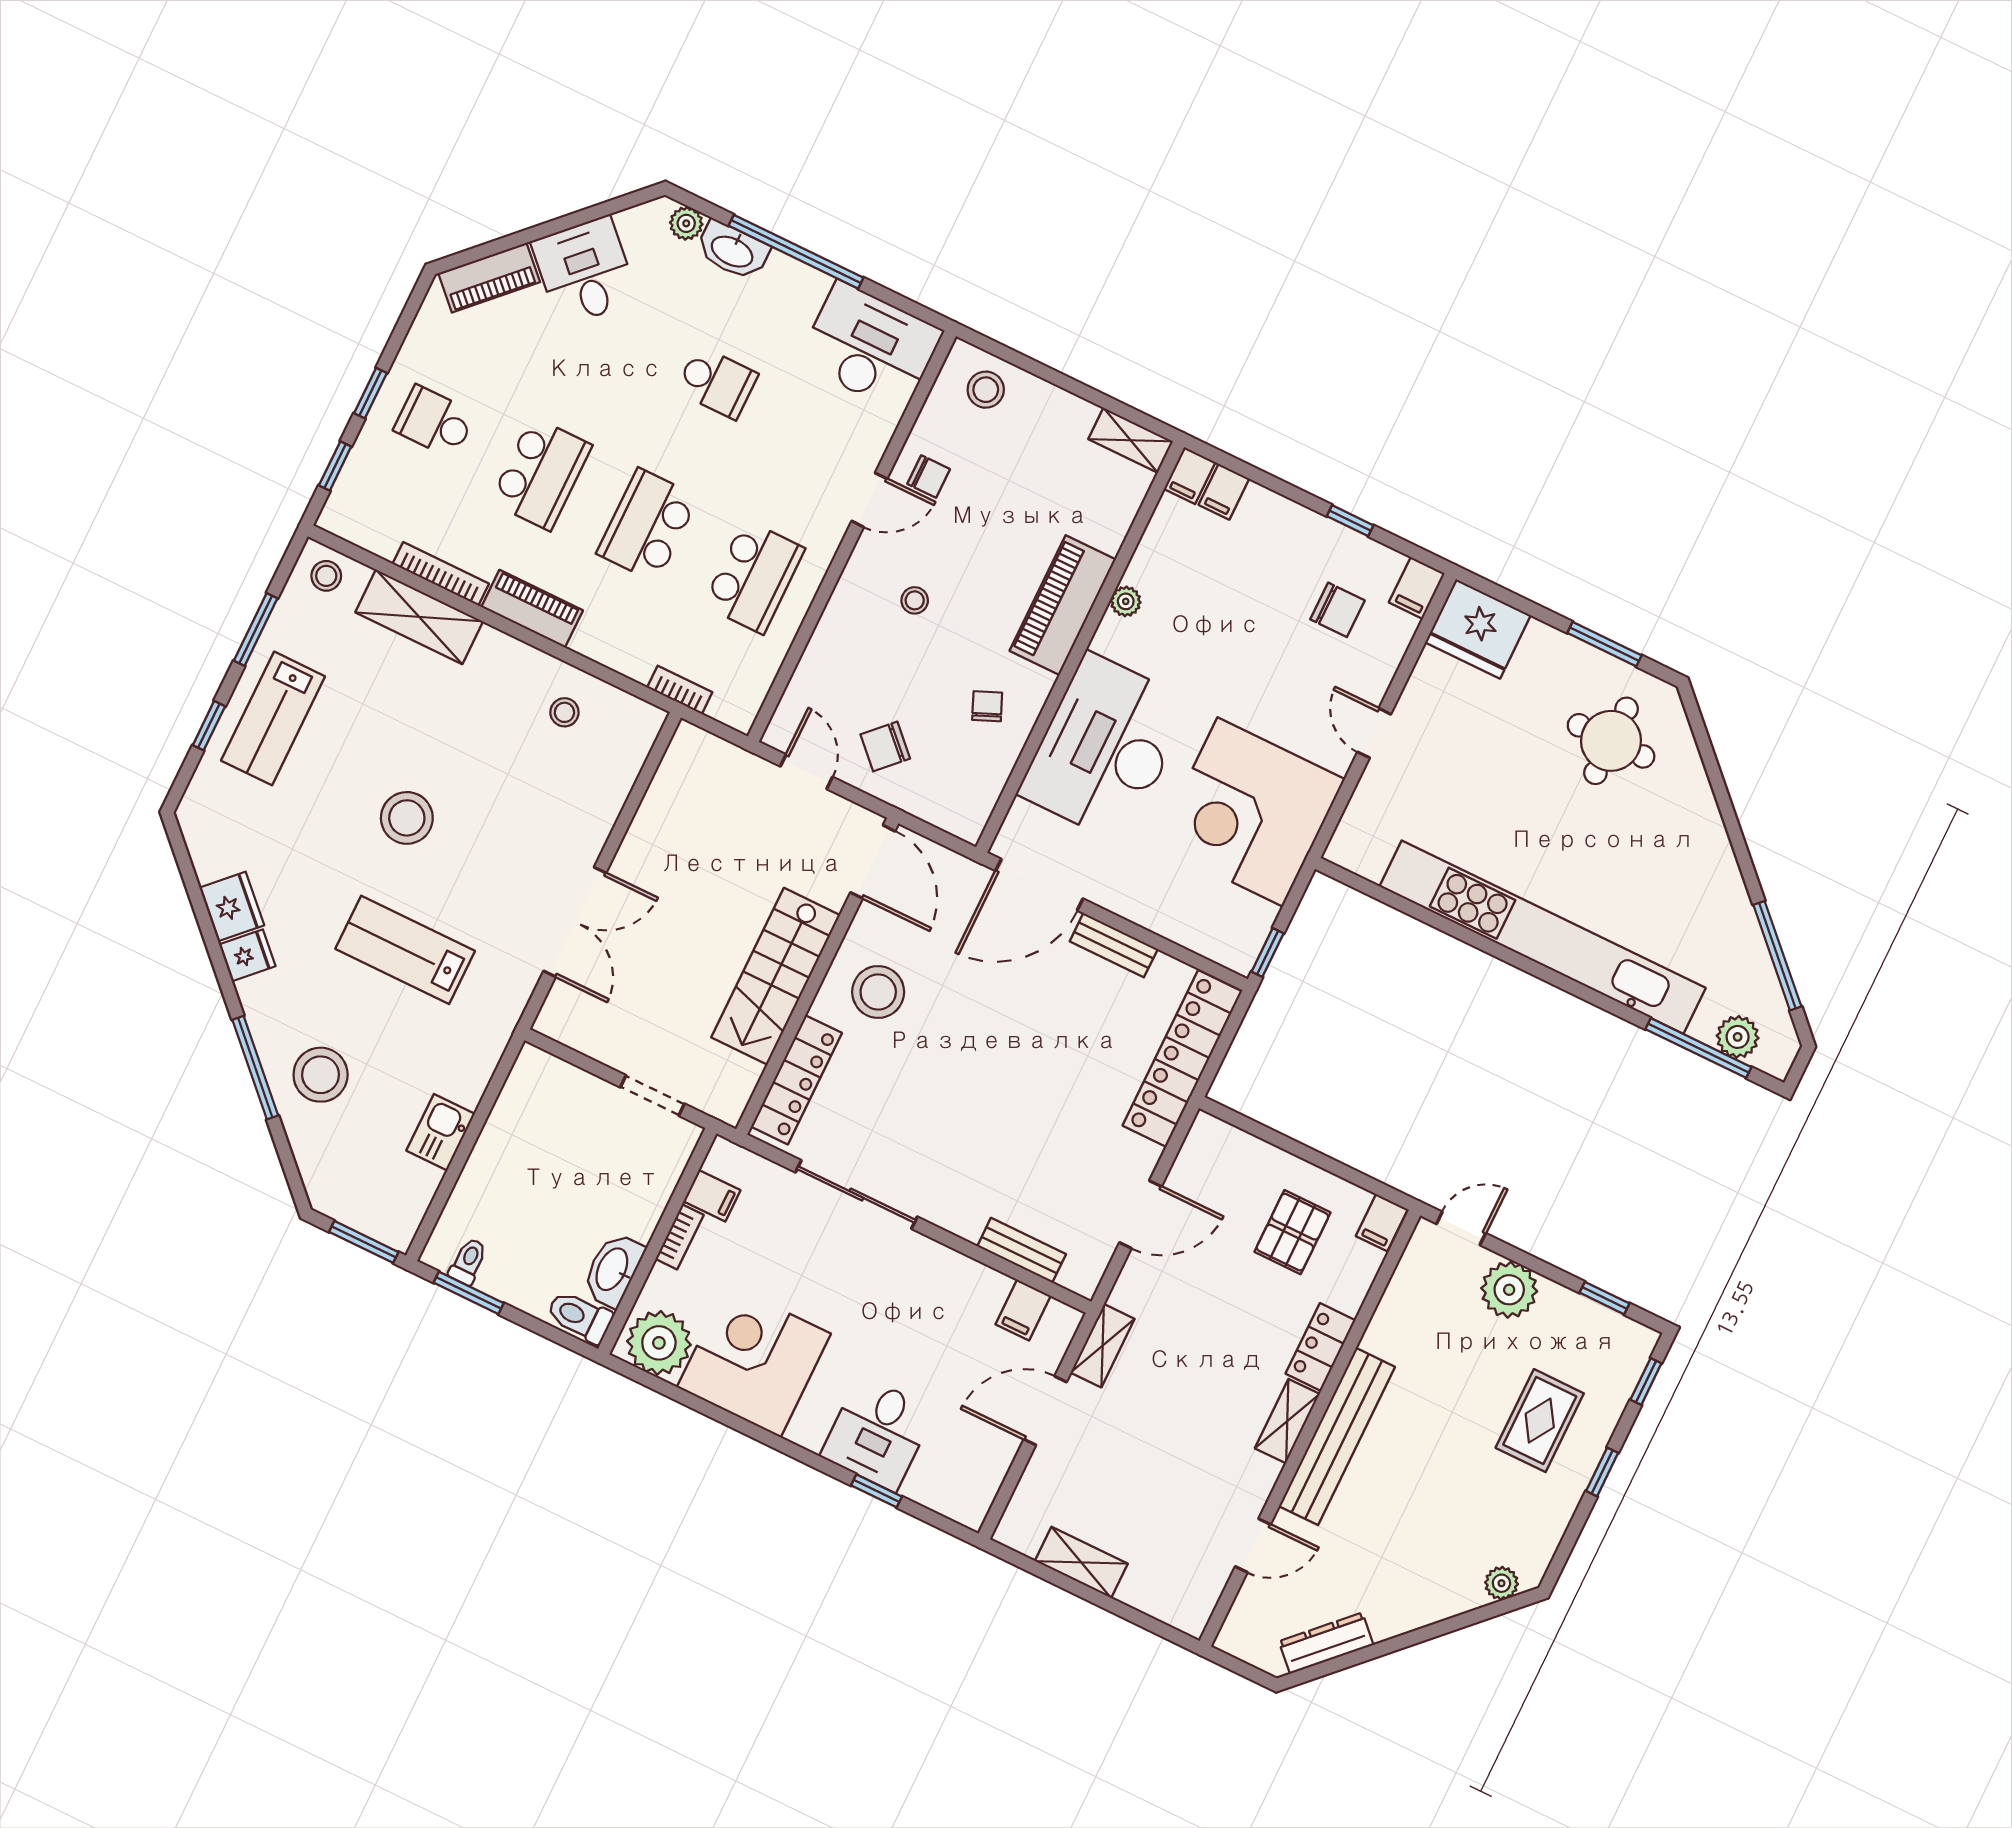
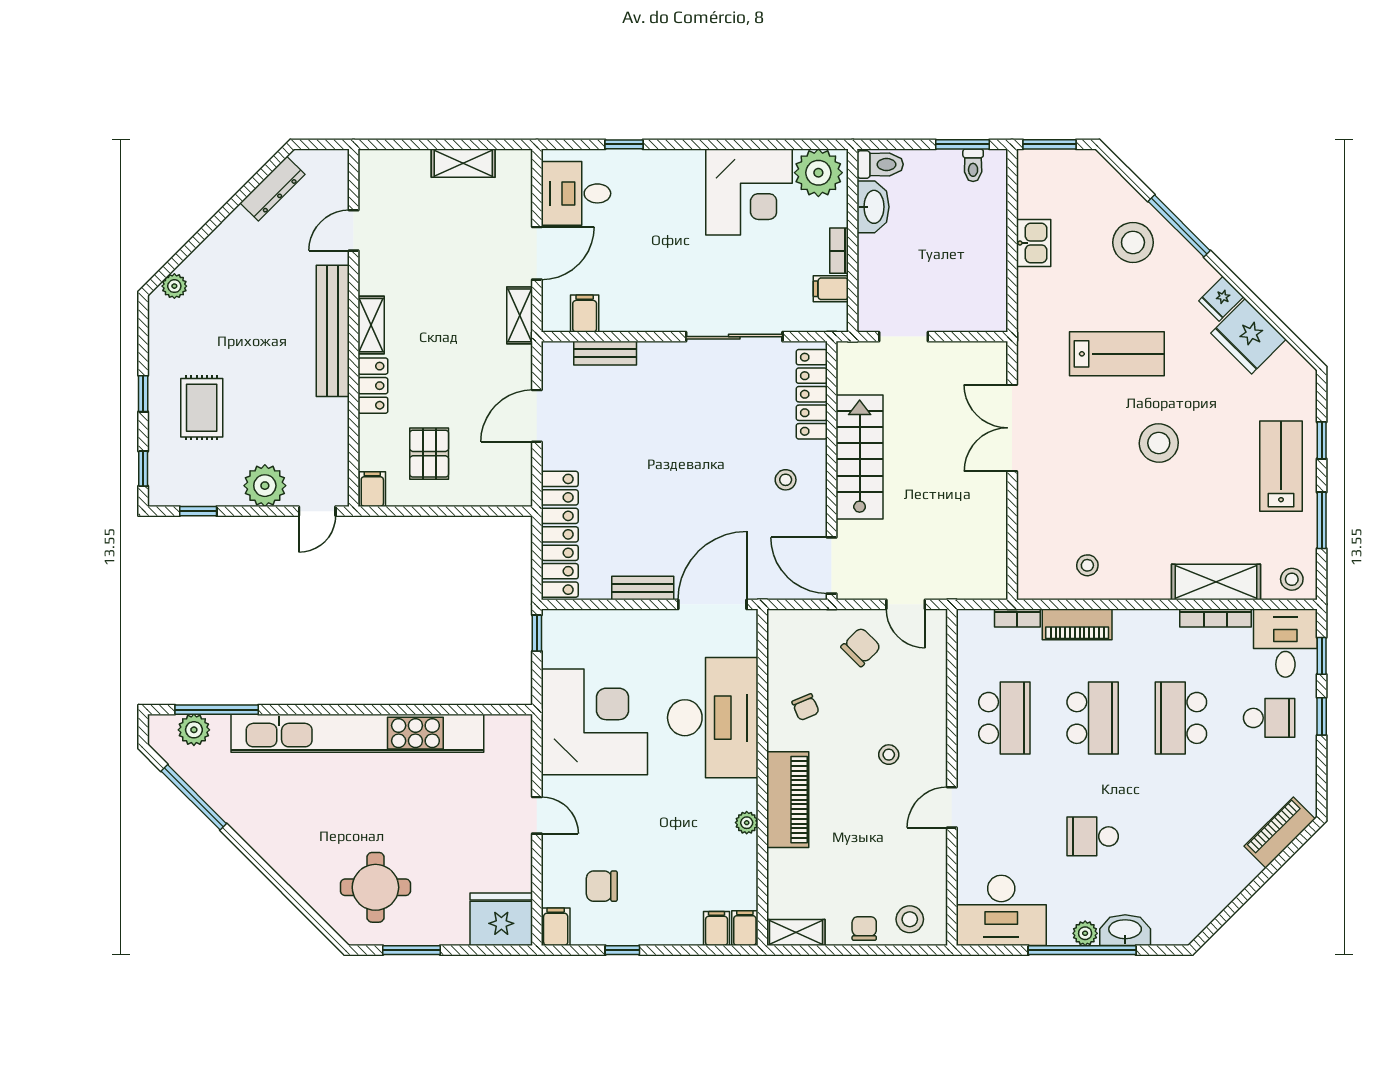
plant: (686, 223) -> (1085, 933), moved
desk: (585, 271) -> (1285, 643), moved, turned -135
chair: (929, 477) -> (864, 928), moved, turned 90
school desk: (754, 577) -> (1004, 718), turned 180
piano: (532, 609) -> (1077, 624), moved
fridge: (232, 907) -> (1248, 336), width x1.36, depth x1.34
stool: (878, 992) -> (786, 480), width x0.53, depth x0.53
desk: (878, 1433) -> (576, 193), moved, turned -90

